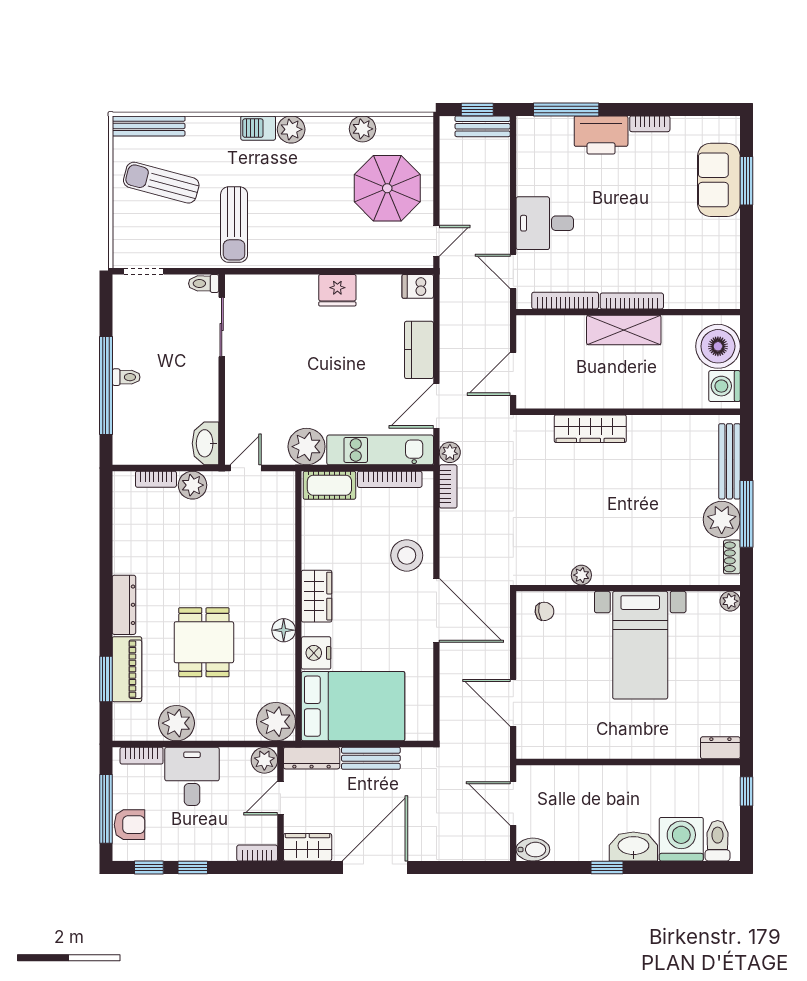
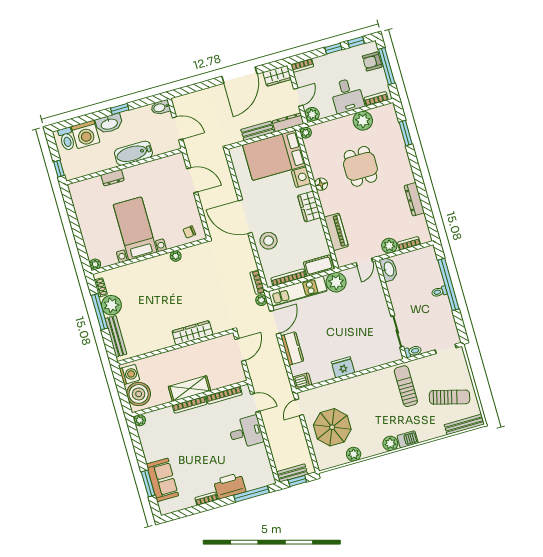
plant: (729, 298) -> (140, 420), added
dresser: (124, 605) -> (414, 199), moved
piano: (127, 669) -> (336, 232), moved, turned 180
plant: (276, 722) -> (306, 133), width x0.53, depth x0.53
dresser: (720, 748) -> (113, 178), moved
bathtub: (605, 781) -> (133, 153), added

